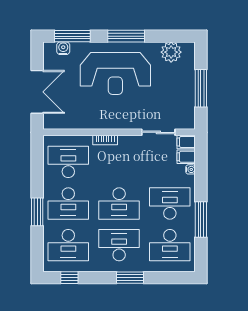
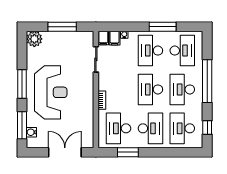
plant: (171, 52) -> (34, 39), moved
desk: (119, 203) -> (150, 89), turned 180
window: (37, 212) -> (128, 152), moved
desk: (68, 245) -> (182, 128), turned 180
window: (130, 278) -> (207, 81), width x2.11

